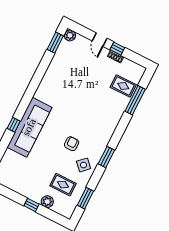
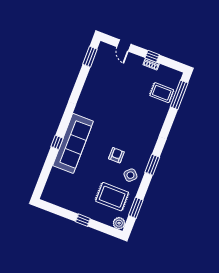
plant: (70, 35) -> (104, 48), removed
door: (100, 40) -> (124, 45), moved
window: (135, 100) -> (179, 95), moved
rug: (63, 185) -> (112, 197), width x1.36, depth x1.43
plant: (47, 202) -> (119, 223), moved

